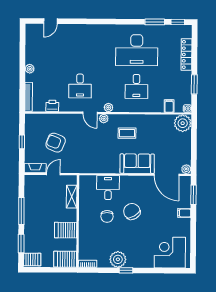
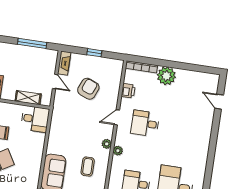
plant: (30, 69) -> (166, 76), width x1.88, depth x1.88
door: (90, 113) -> (117, 117), moved
desk: (108, 188) -> (35, 119), moved
window: (21, 211) -> (32, 43), moved

